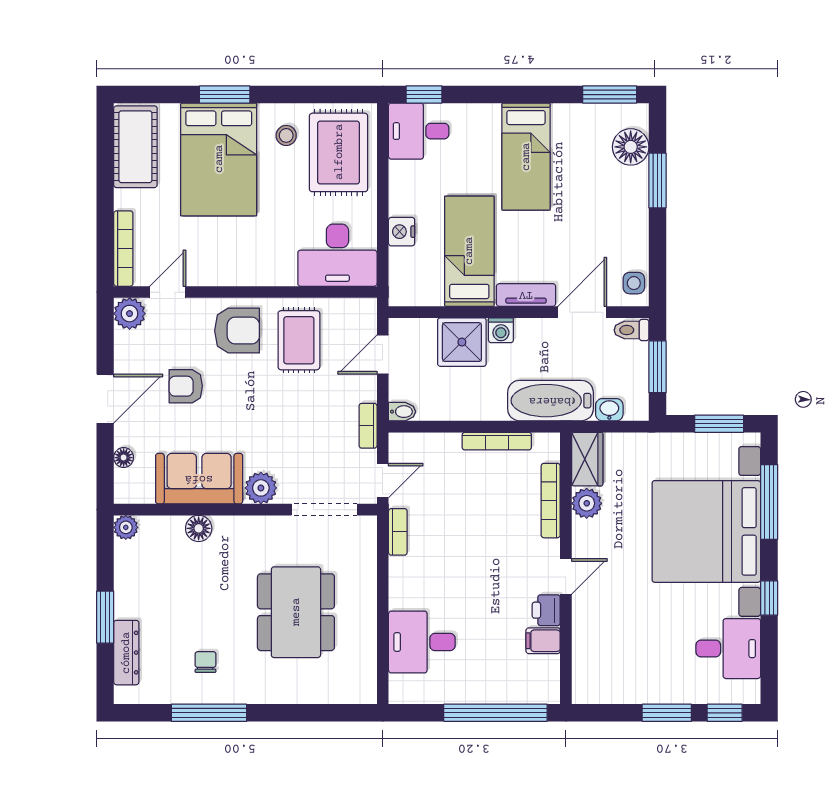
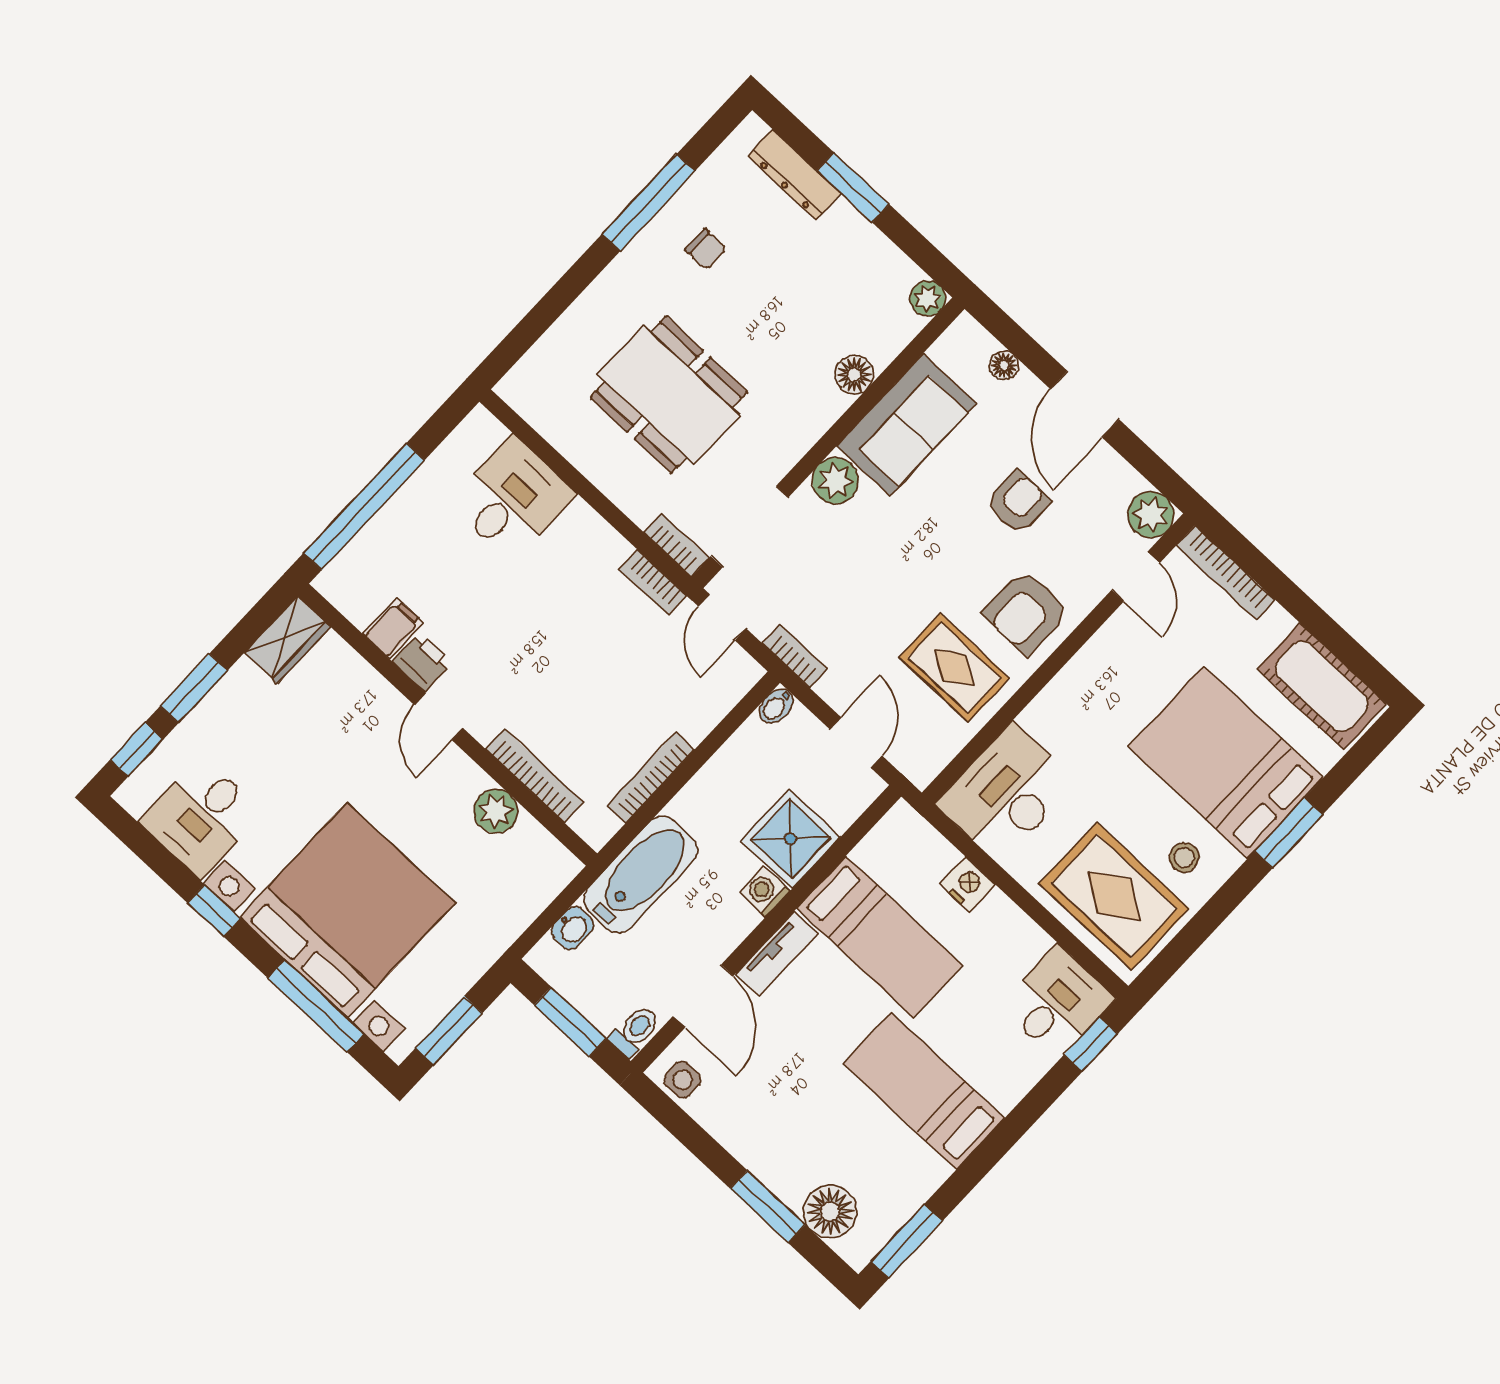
wardrobe: (587, 459) -> (287, 640), moved, turned -90
bookcase: (368, 538) -> (676, 545), added

